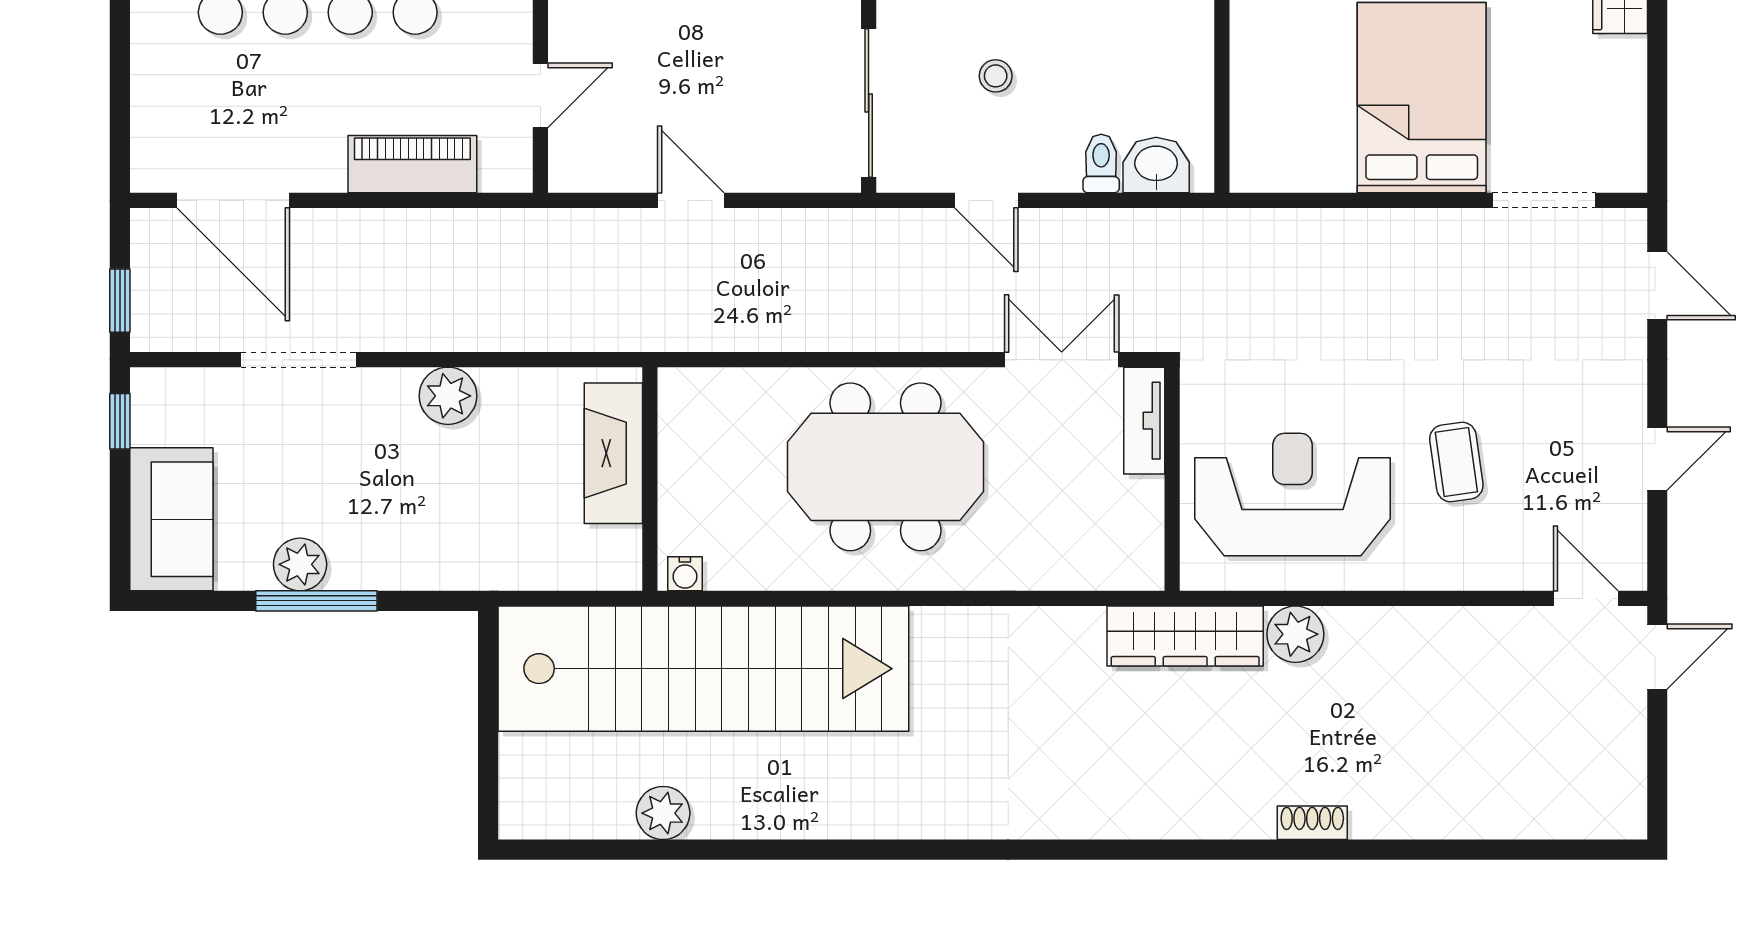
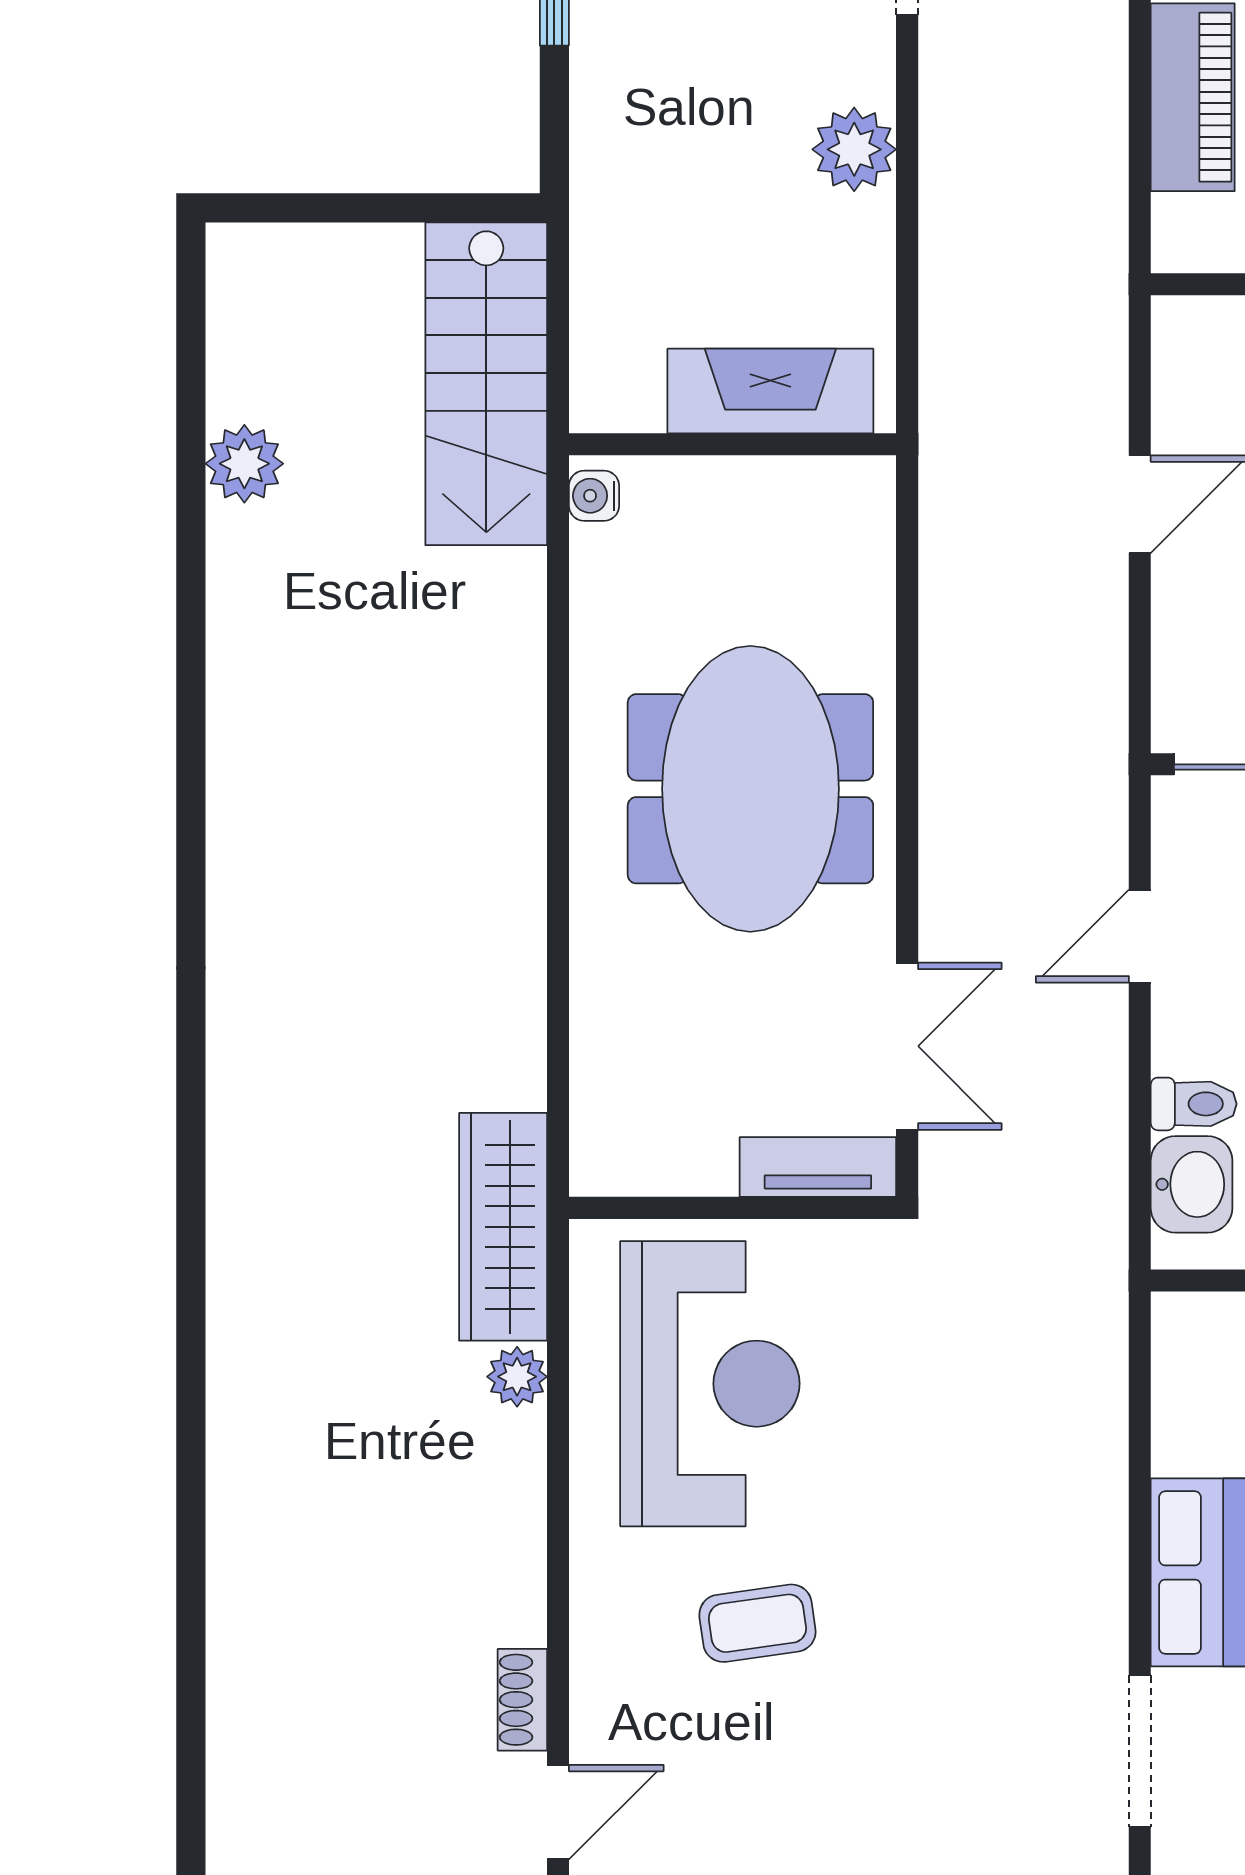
plant: (1295, 634) -> (517, 1377), width x0.73, depth x0.73
stairs: (703, 669) -> (486, 384), width x0.54, depth x0.66
shoe rack: (1312, 823) -> (522, 1700), moved, turned 180

